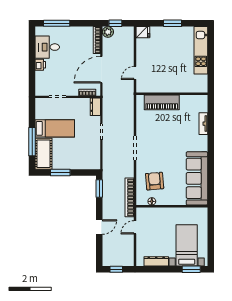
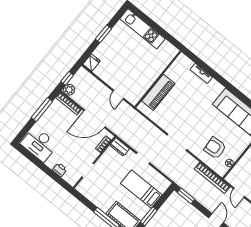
window: (57, 23) -> (42, 110), moved
desk: (47, 47) -> (39, 144), width x1.37
printer: (40, 65) -> (60, 170), moved
door: (101, 70) -> (94, 119), hinge flipped
bed: (55, 128) -> (141, 189), moved, turned -90

